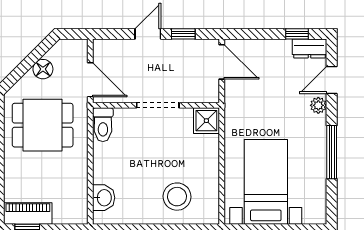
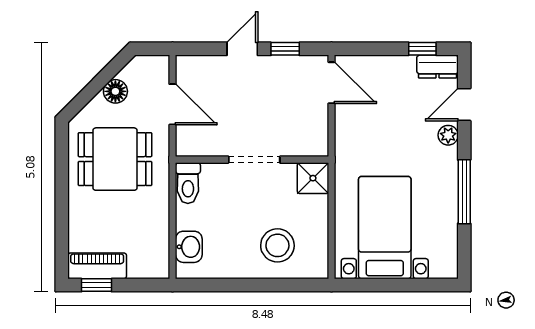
wall: (156, 105) -> (252, 160), moved
doorway: (158, 105) -> (254, 160), moved
shower: (206, 121) -> (313, 178), moved
toilet: (103, 125) -> (188, 183), moved

